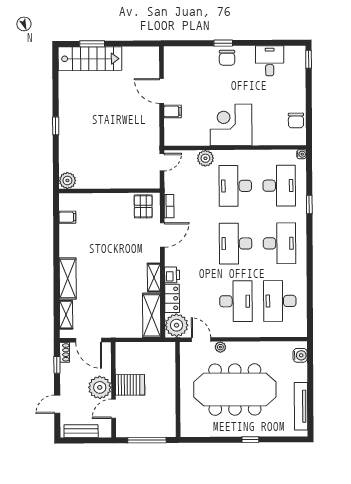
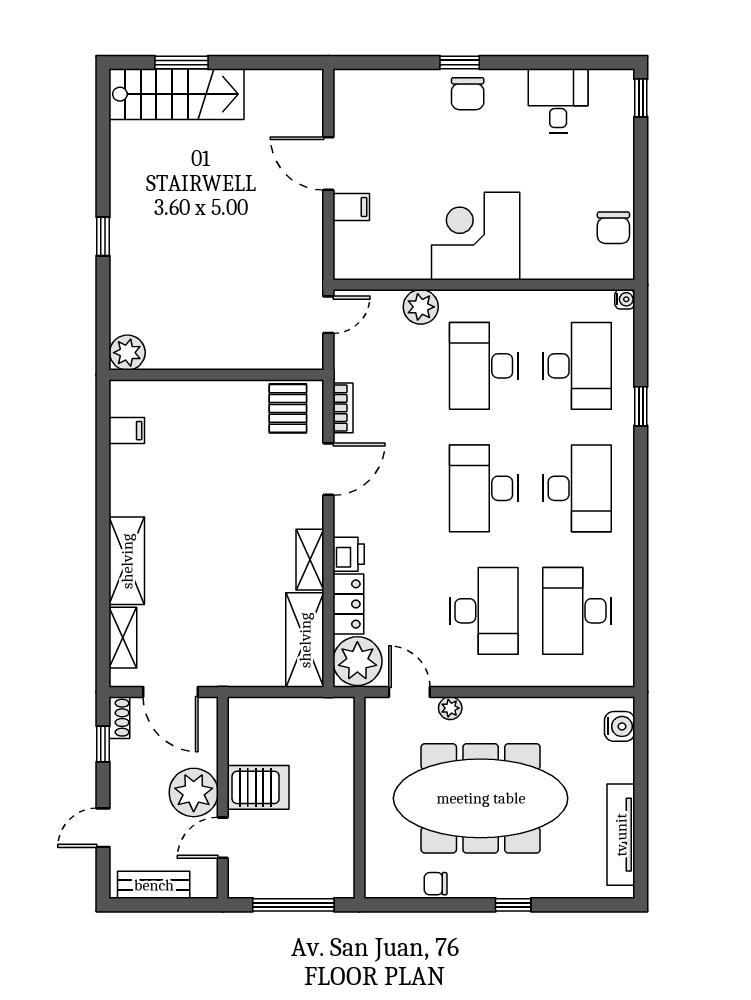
chair: (214, 430) -> (436, 884), added

